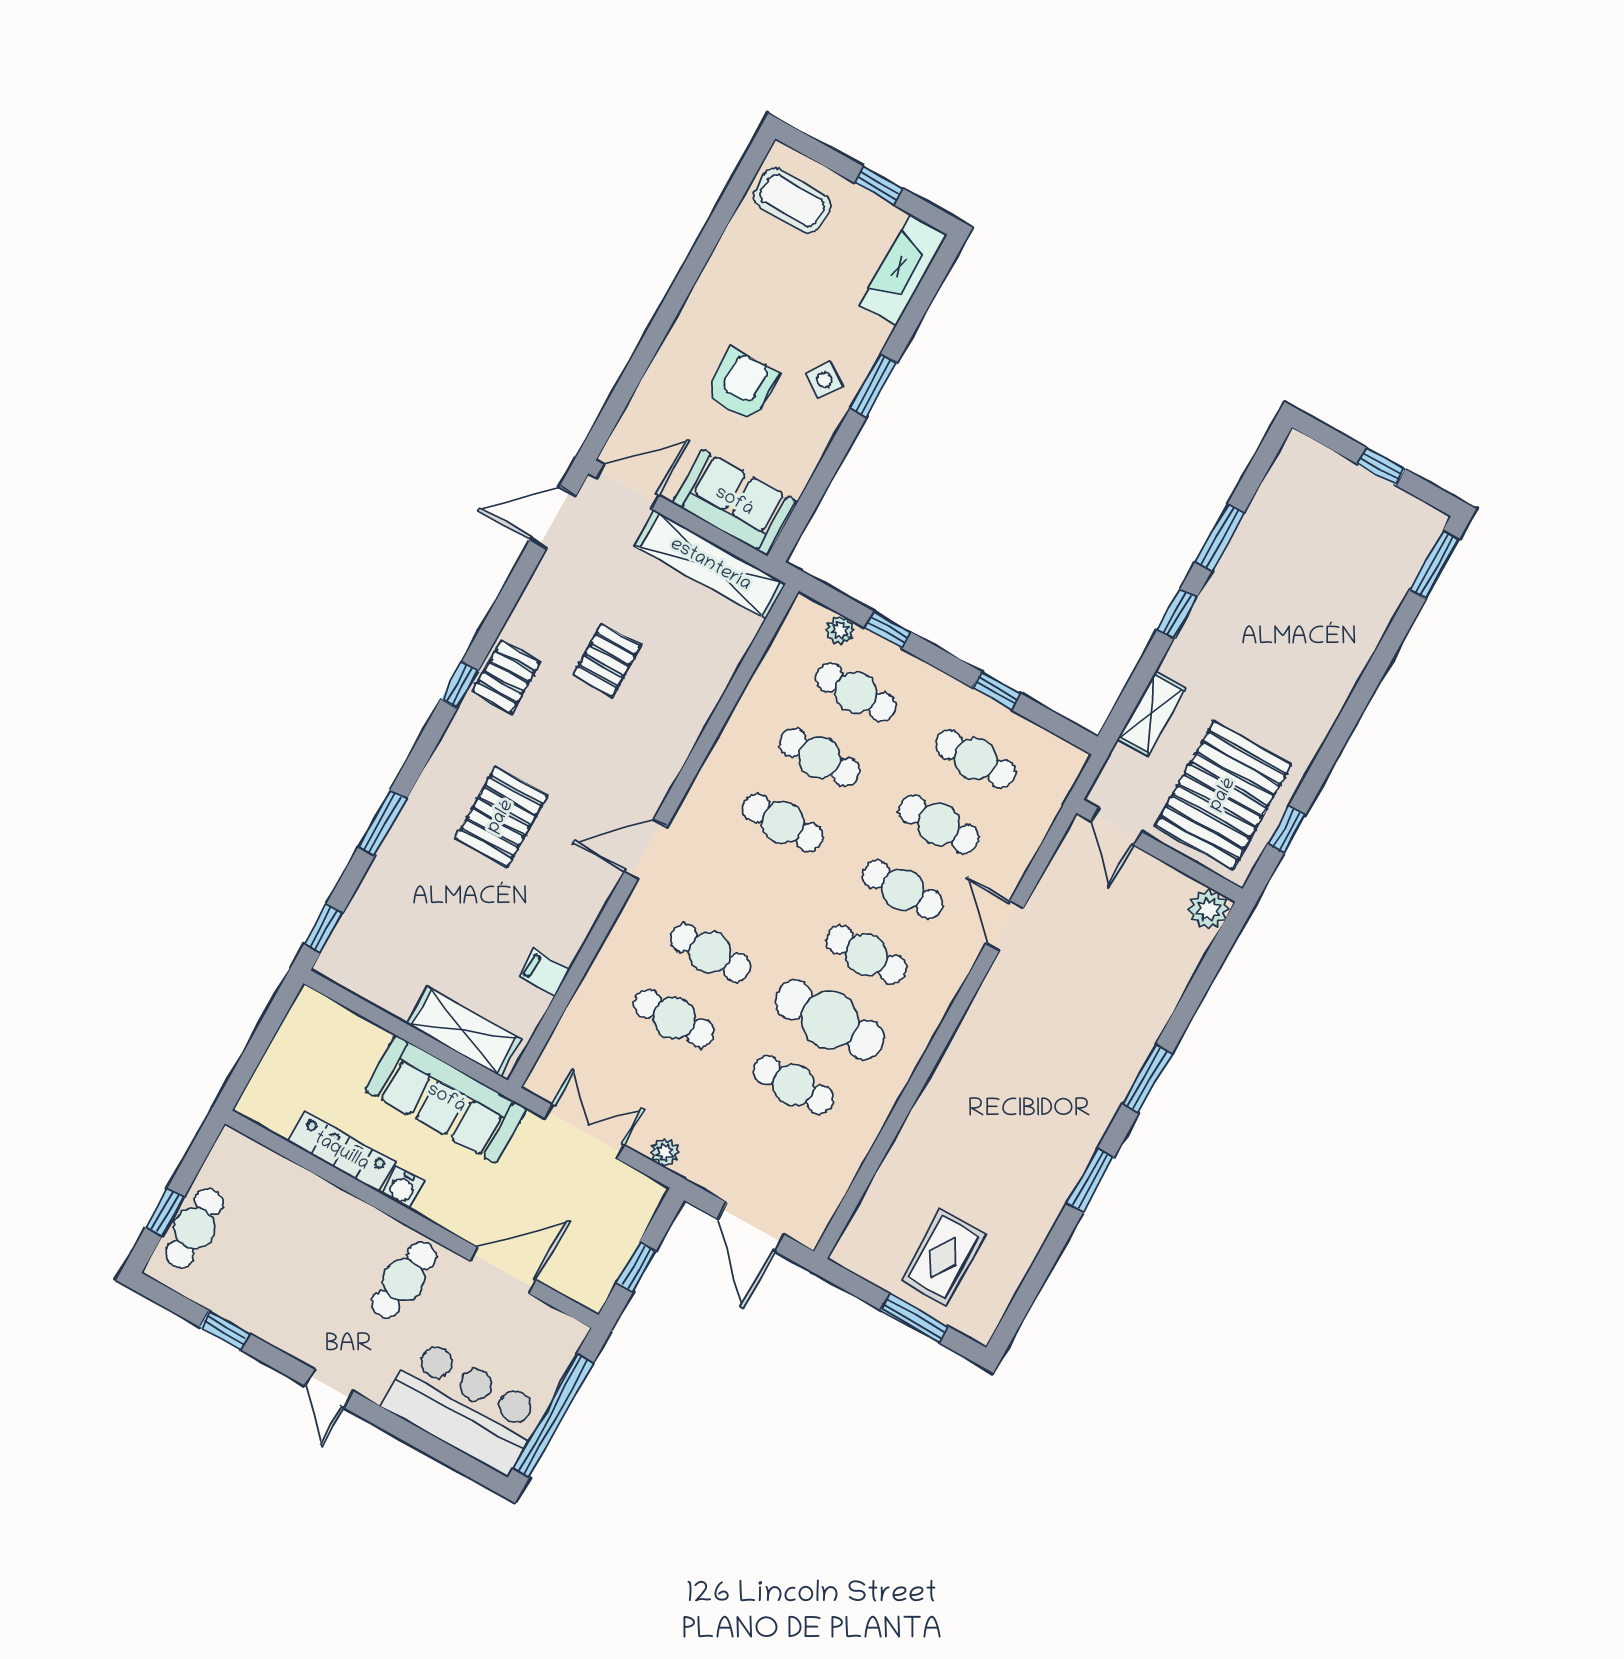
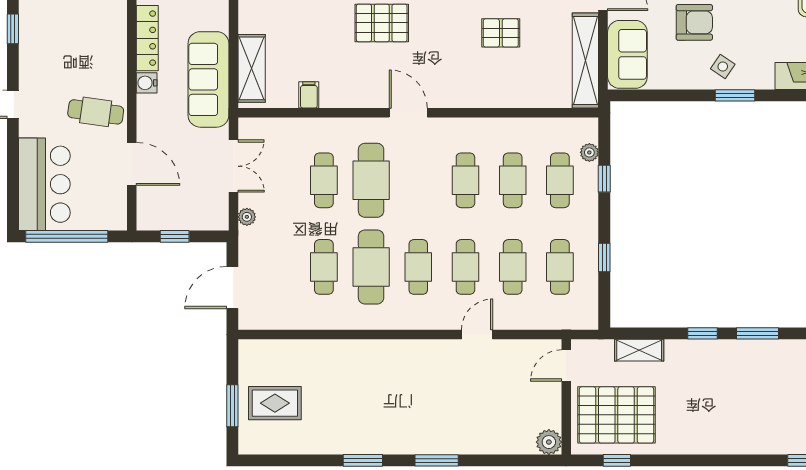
cafe table: (710, 953) -> (371, 180), width x1.37, depth x1.35

